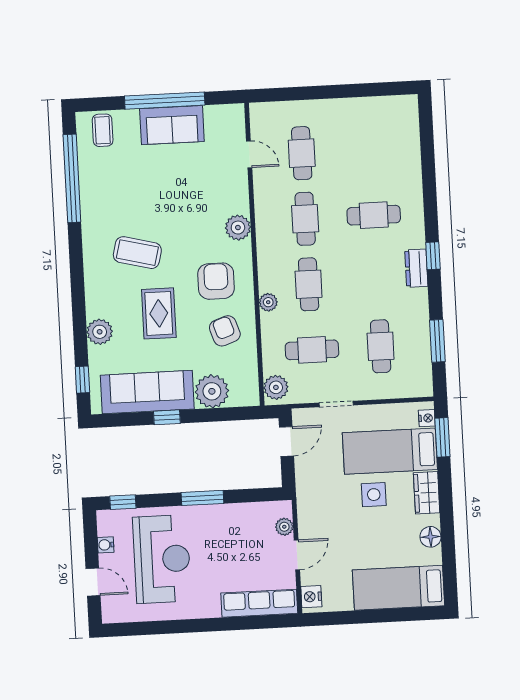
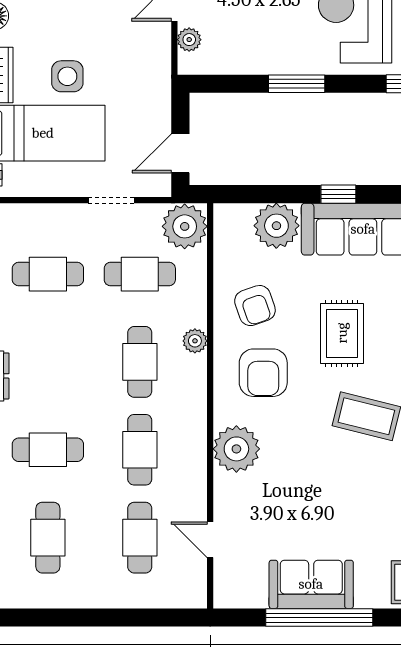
cafe table: (370, 150) -> (48, 538), added
plant: (238, 228) -> (236, 449), width x1.36, depth x1.36
cafe table: (381, 346) -> (48, 274), turned 90
plant: (276, 387) -> (185, 226), width x1.36, depth x1.36

